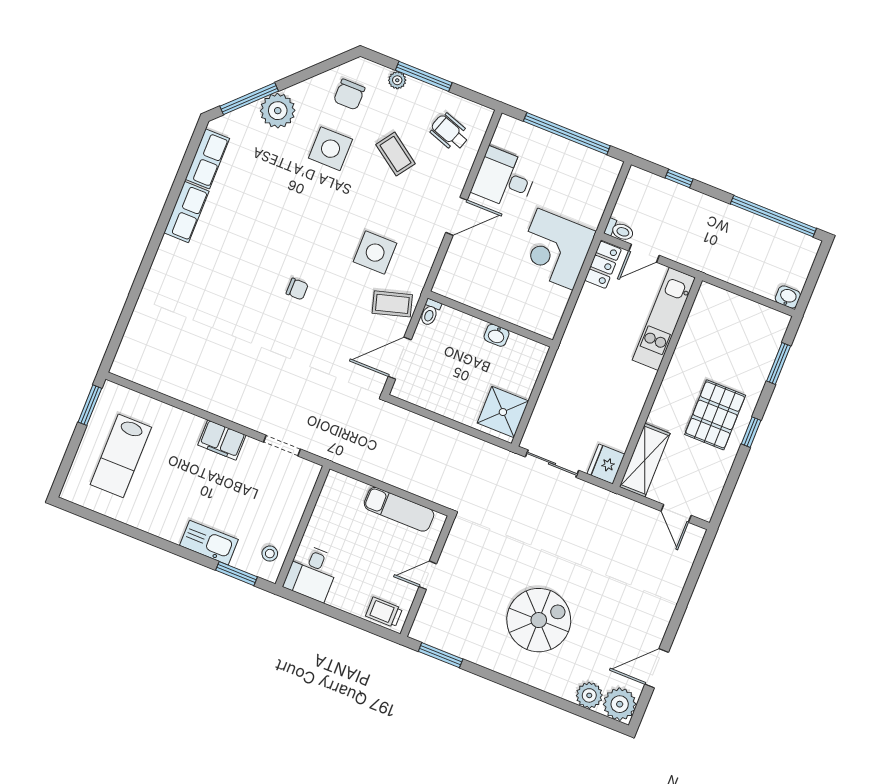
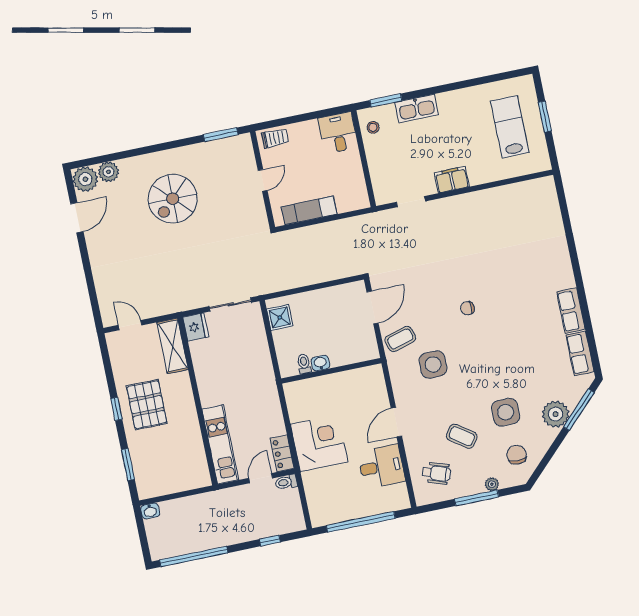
toilet: (430, 312) -> (304, 364), moved
window: (90, 405) -> (545, 117), moved
shower: (503, 412) -> (280, 317), width x0.73, depth x0.73

